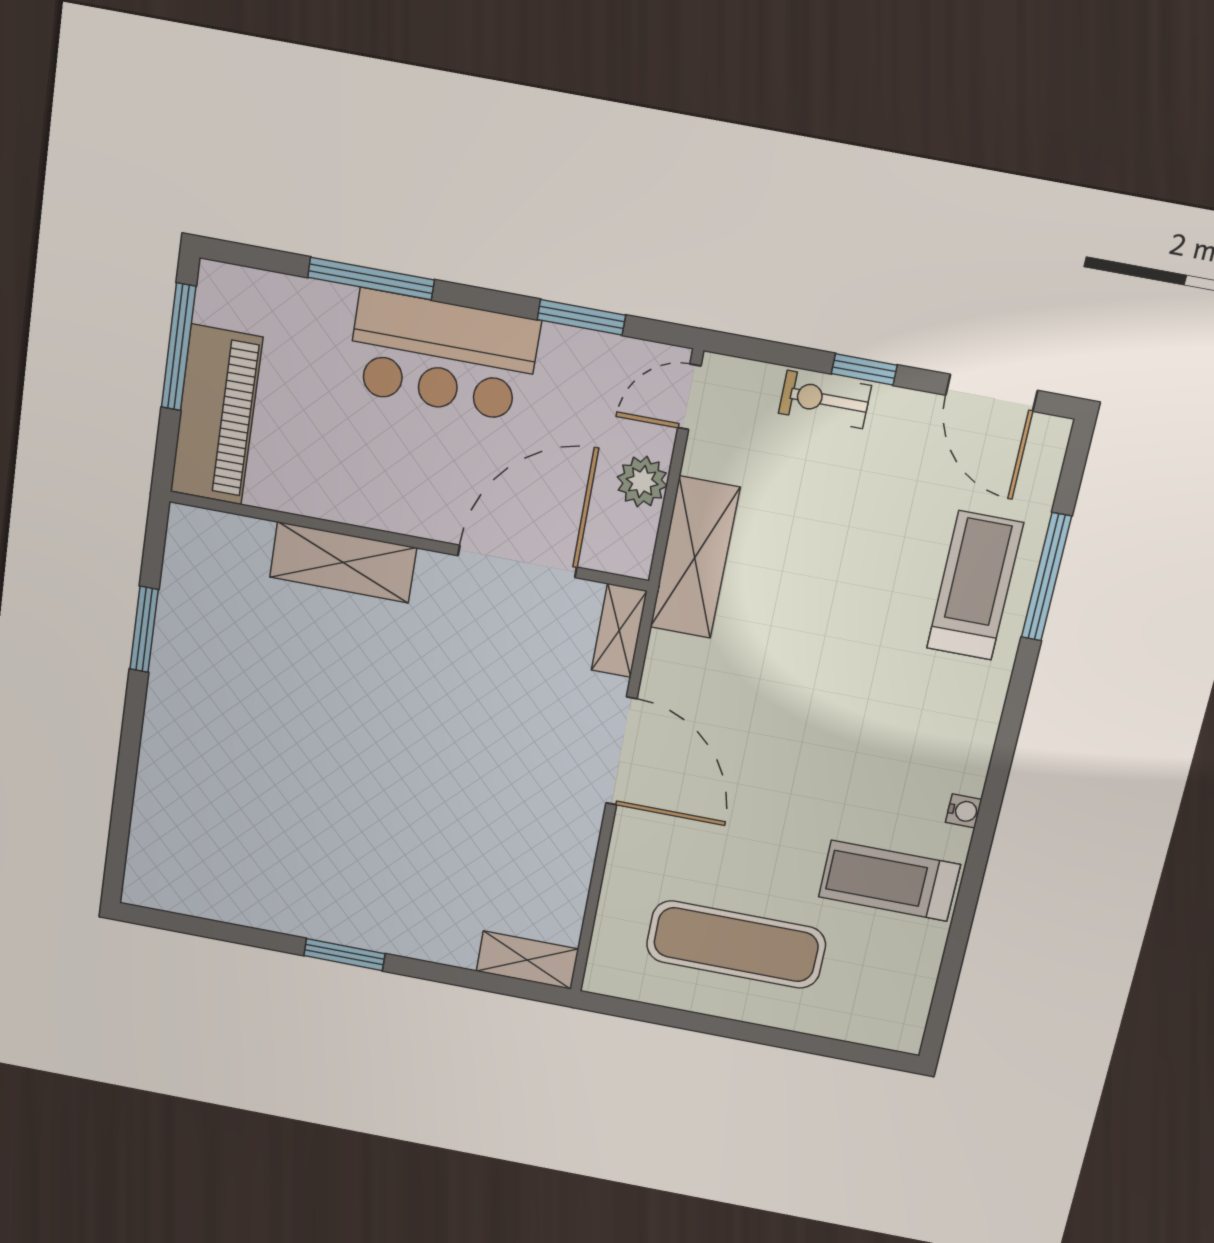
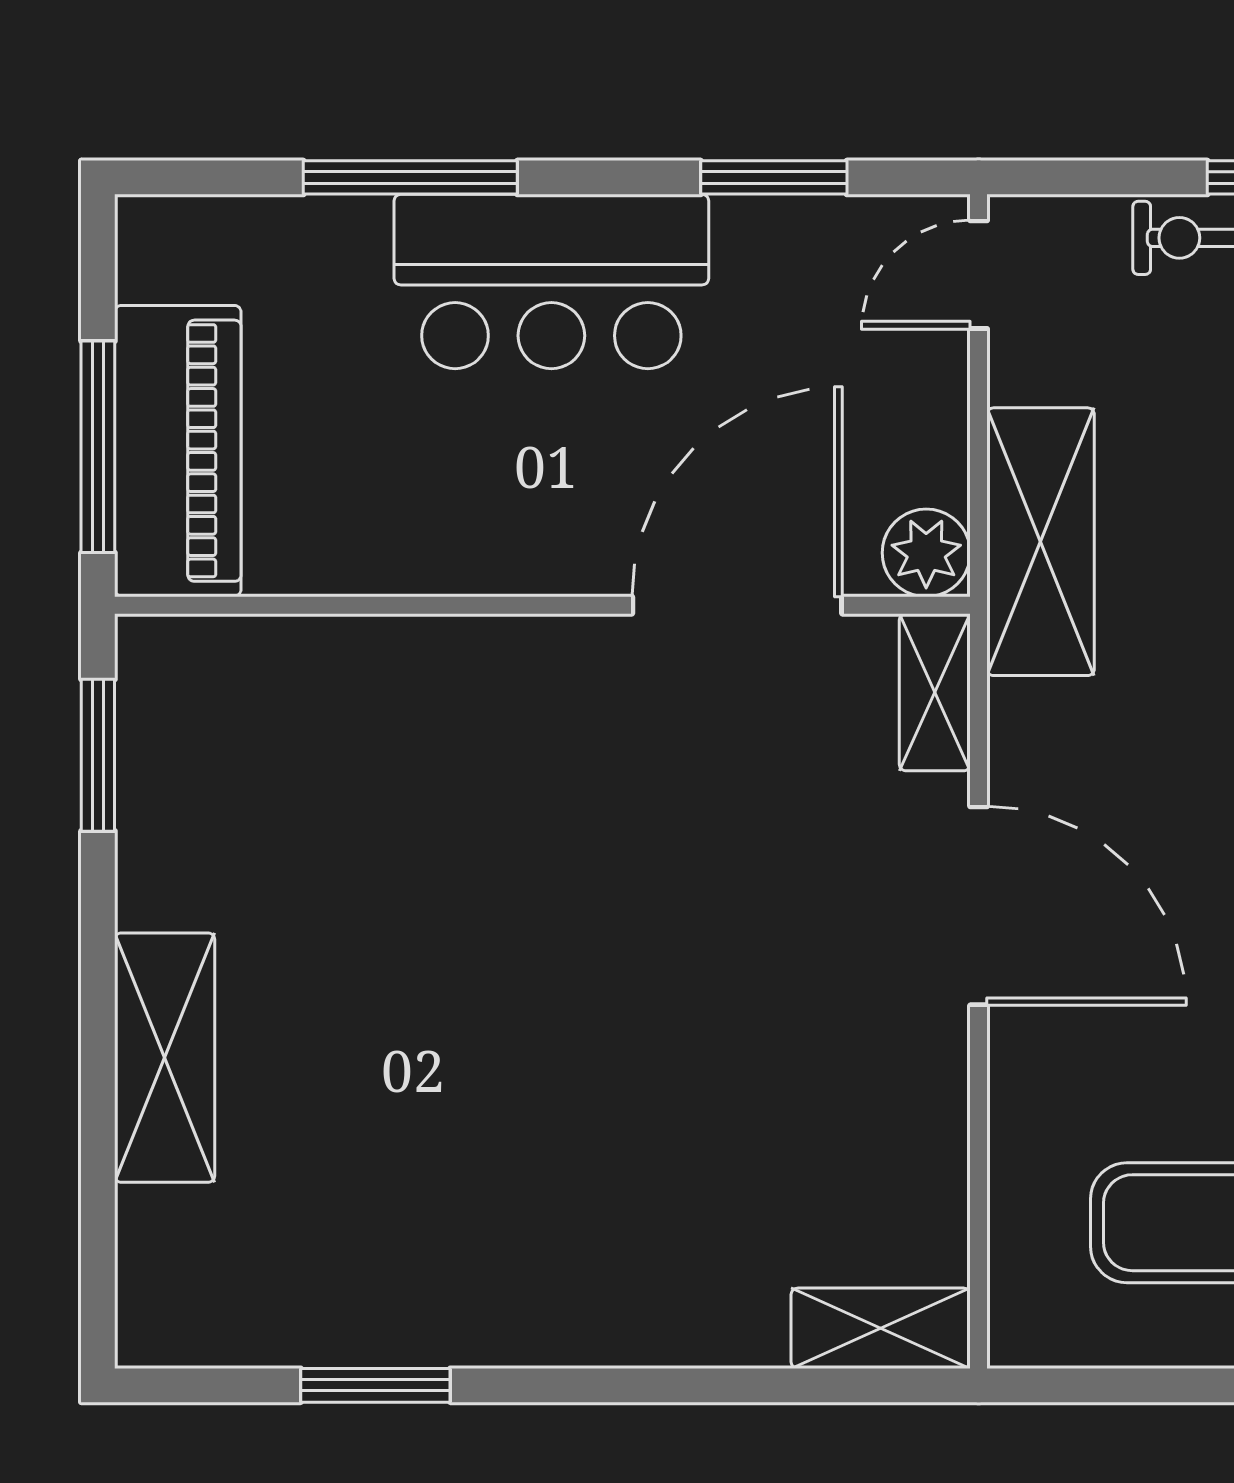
window: (179, 347) -> (98, 447), moved
plant: (642, 482) -> (926, 553), moved
shelving: (343, 562) -> (165, 1058), moved, turned 90
window: (144, 629) -> (98, 755), moved
window: (344, 955) -> (375, 1385), moved

